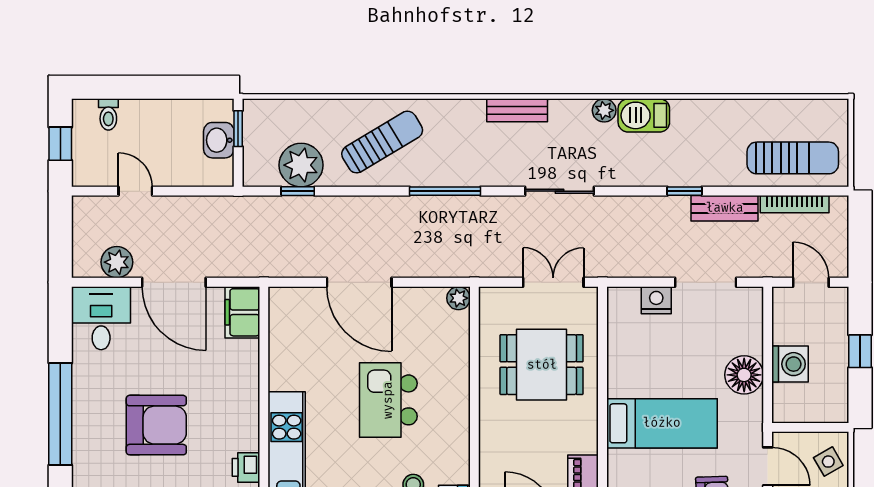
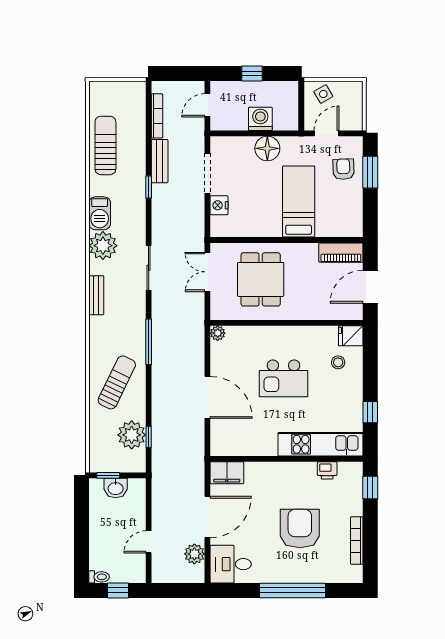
plant: (604, 110) -> (103, 246), width x1.87, depth x1.87
toilet: (108, 114) -> (99, 577), moved
sun lounger: (382, 142) -> (117, 382), turned 57
sun lounger: (793, 158) -> (105, 145), moved
door: (359, 282) -> (207, 397), hinge flipped

